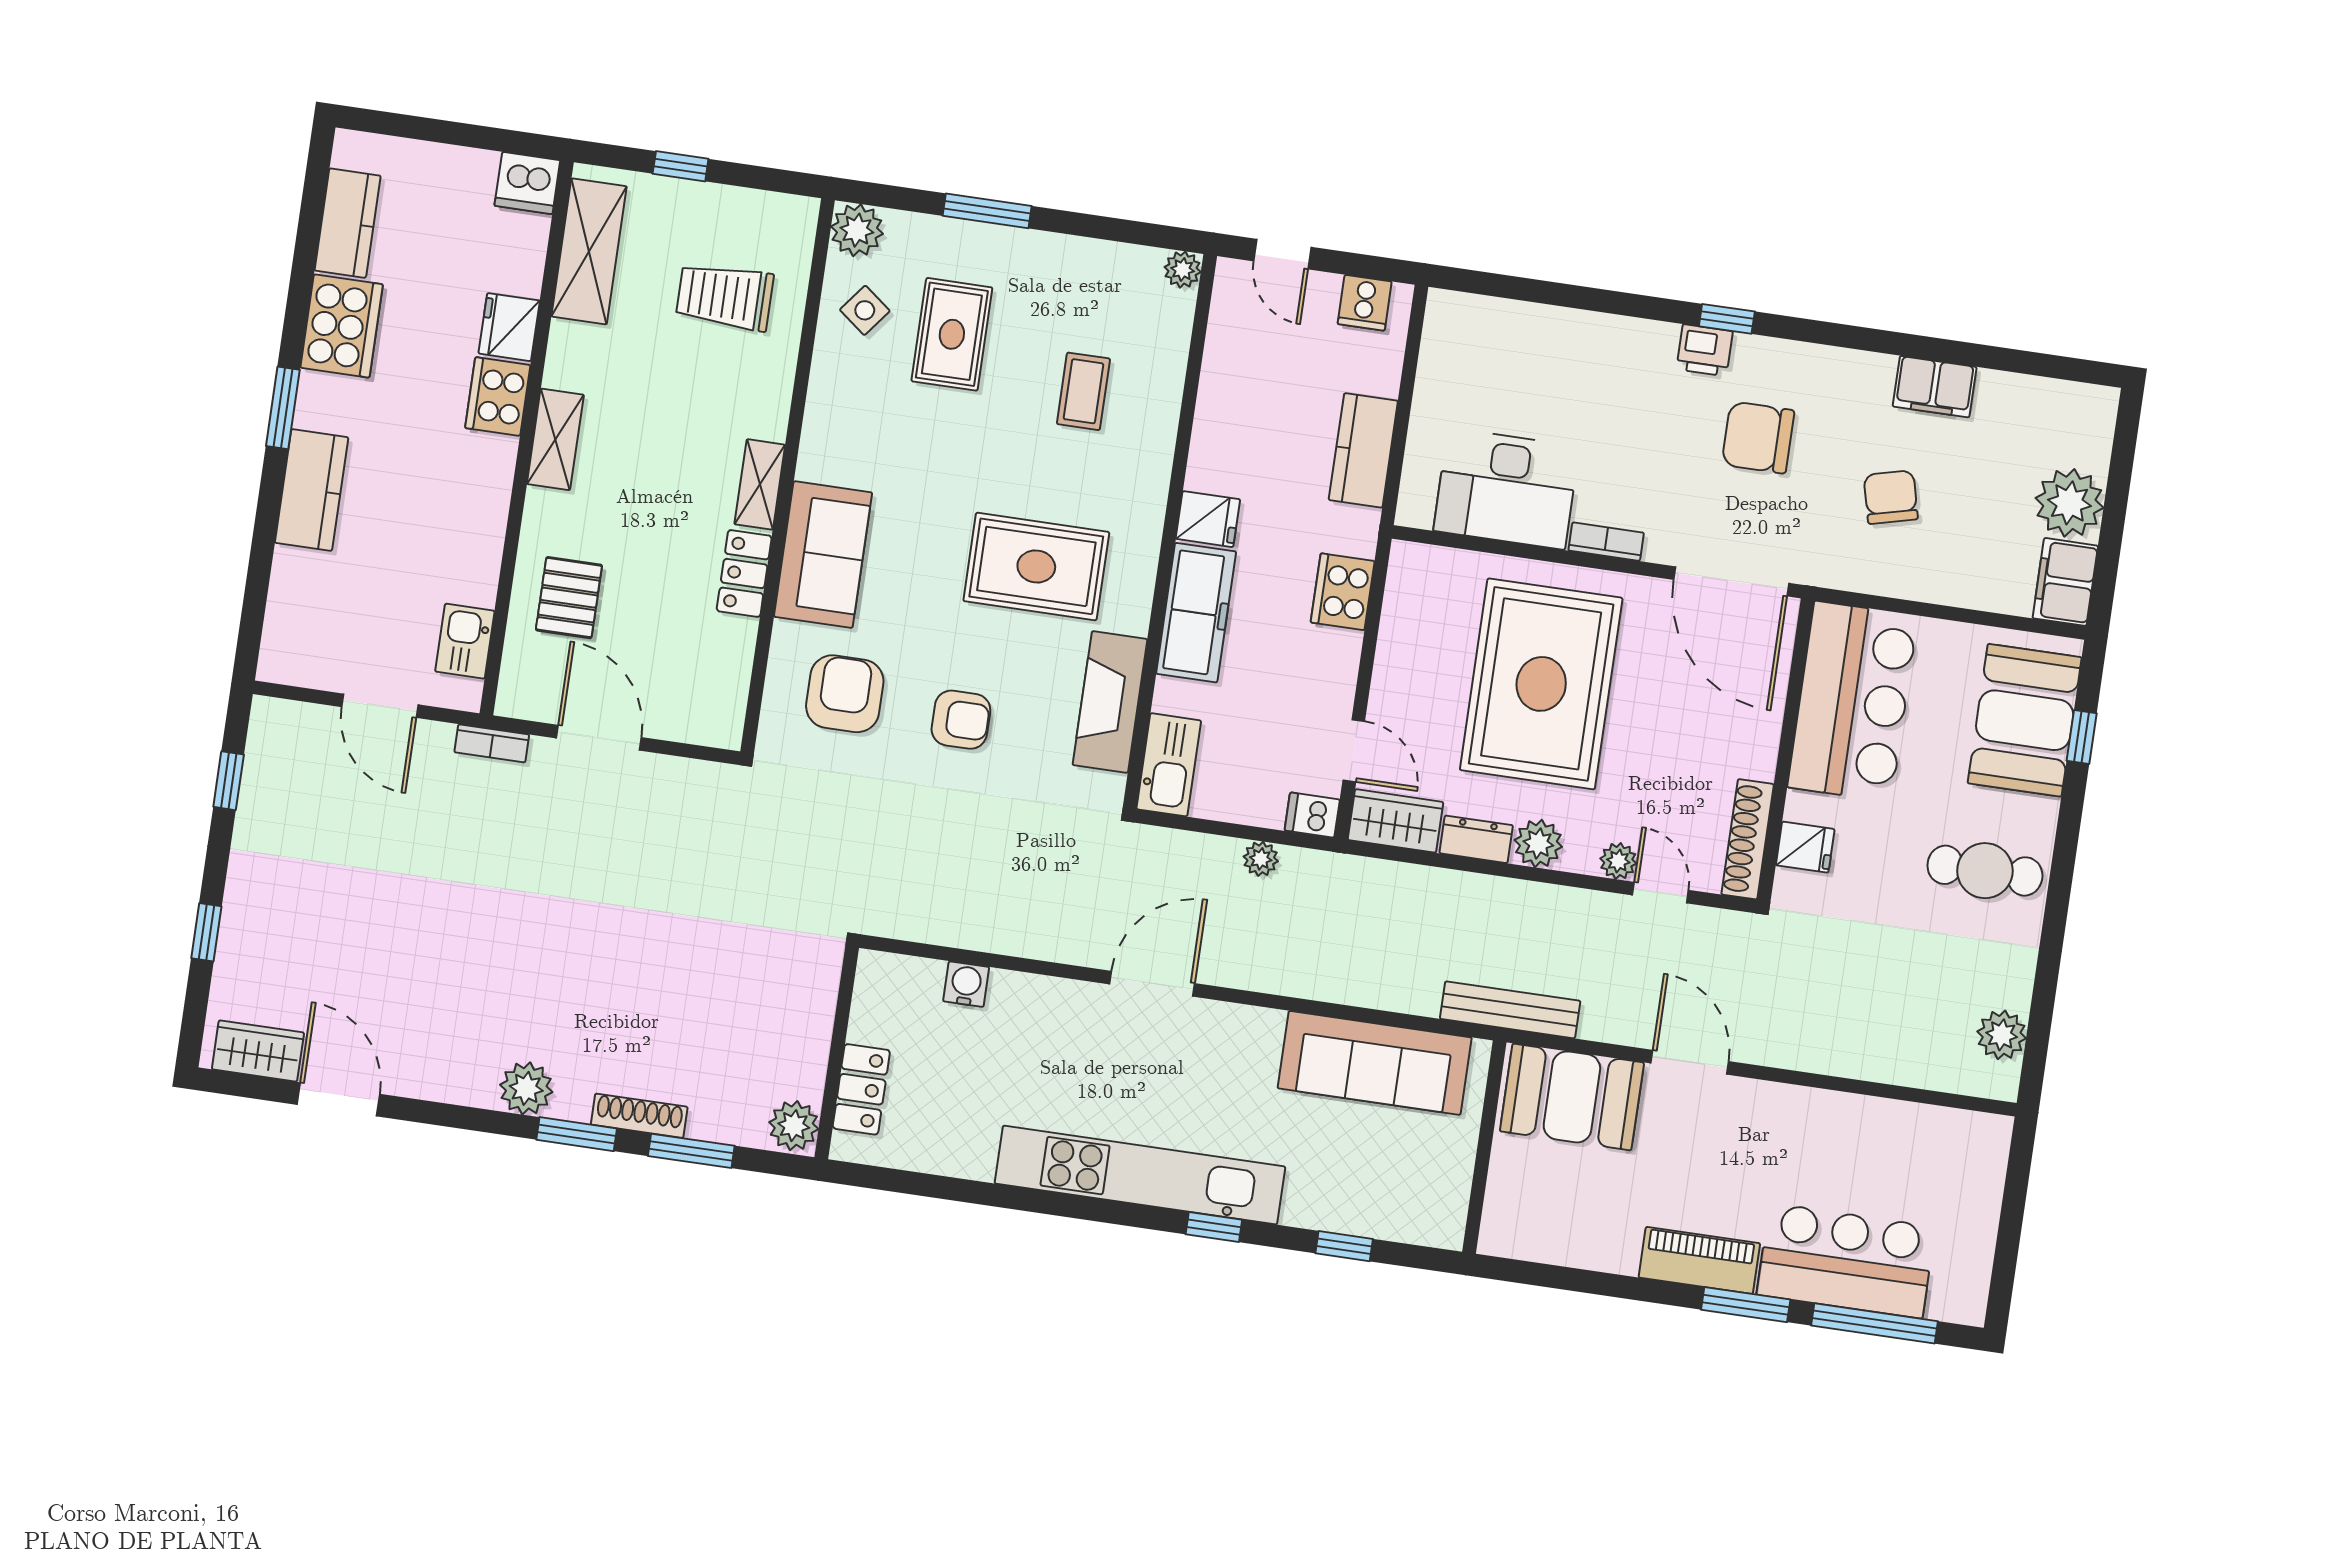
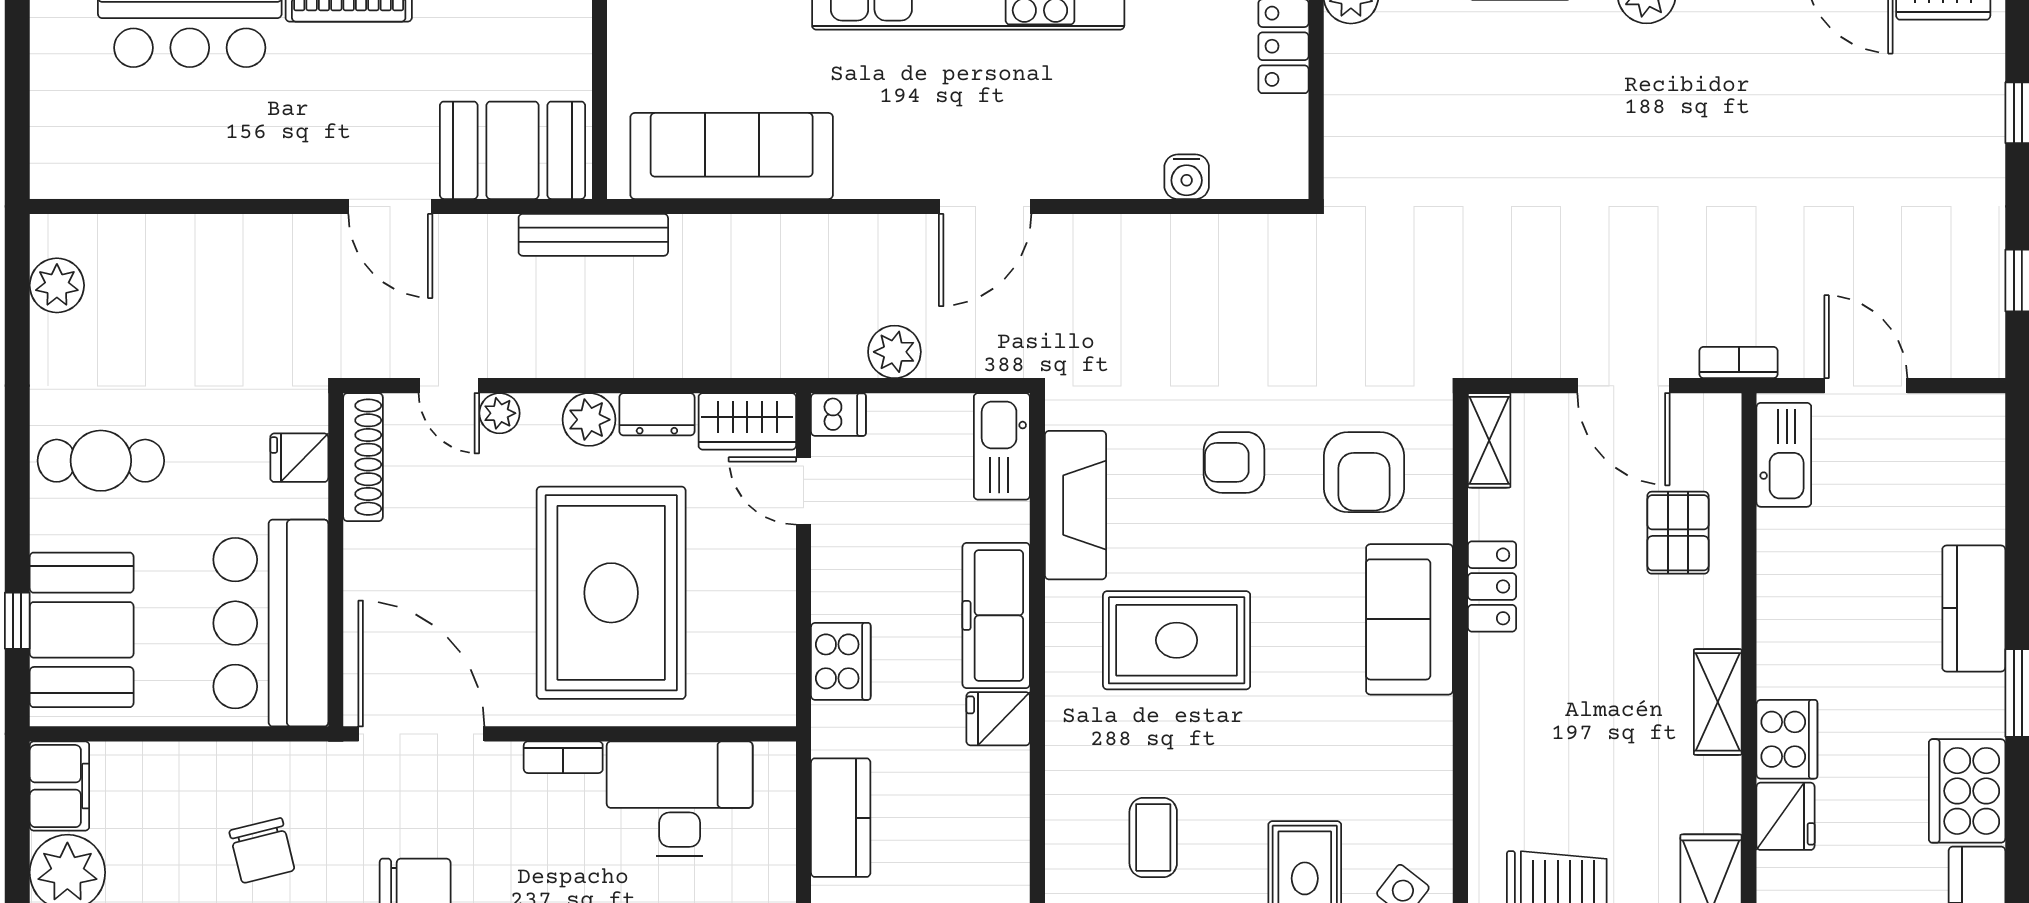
shelving: (760, 484) -> (1489, 440), moved
kitchen sink: (465, 641) -> (1784, 455), width x1.38
plant: (1261, 859) -> (894, 352), width x1.38, depth x1.38

